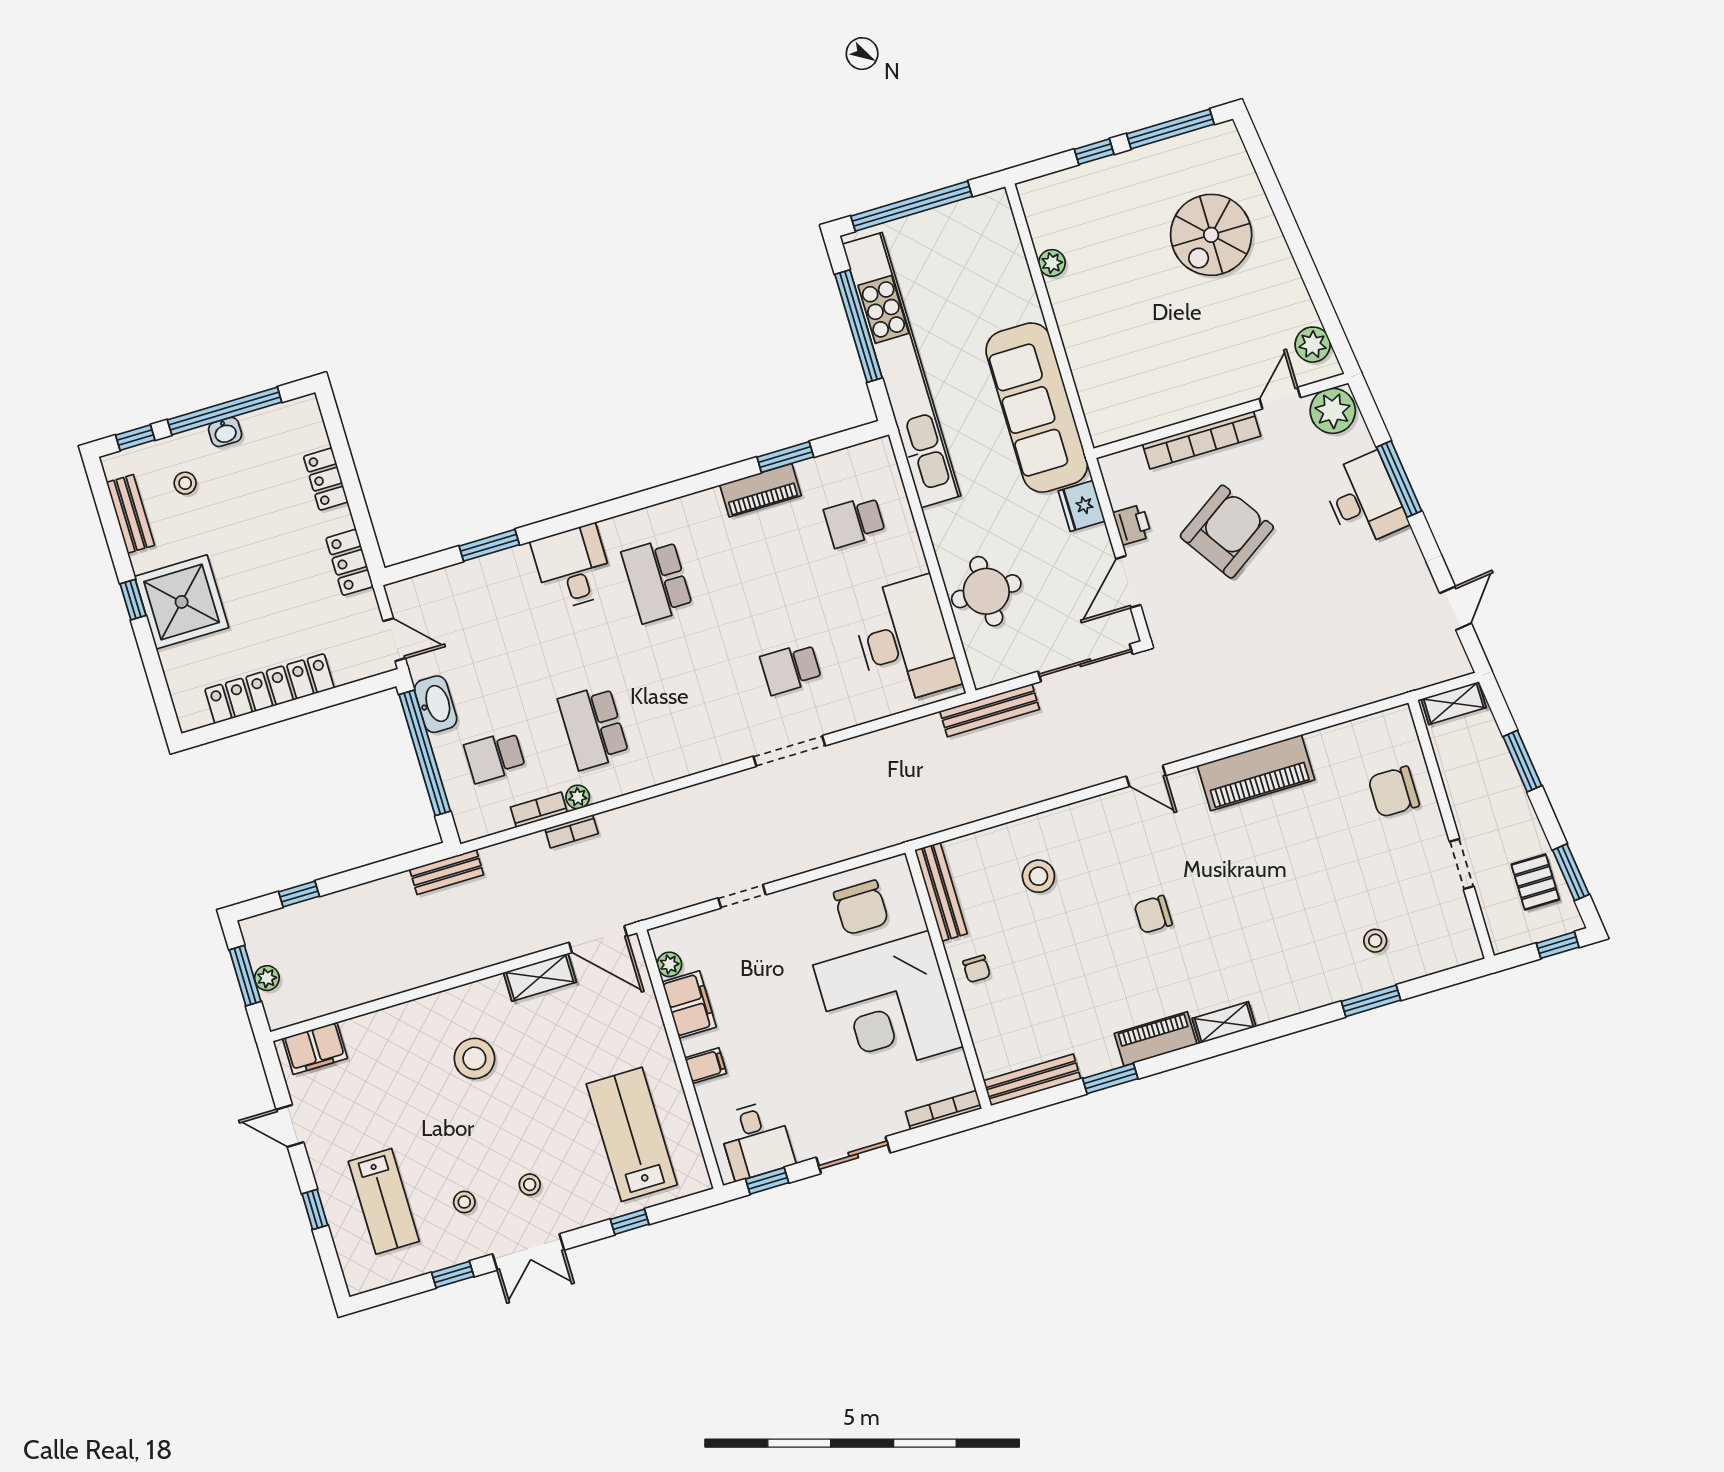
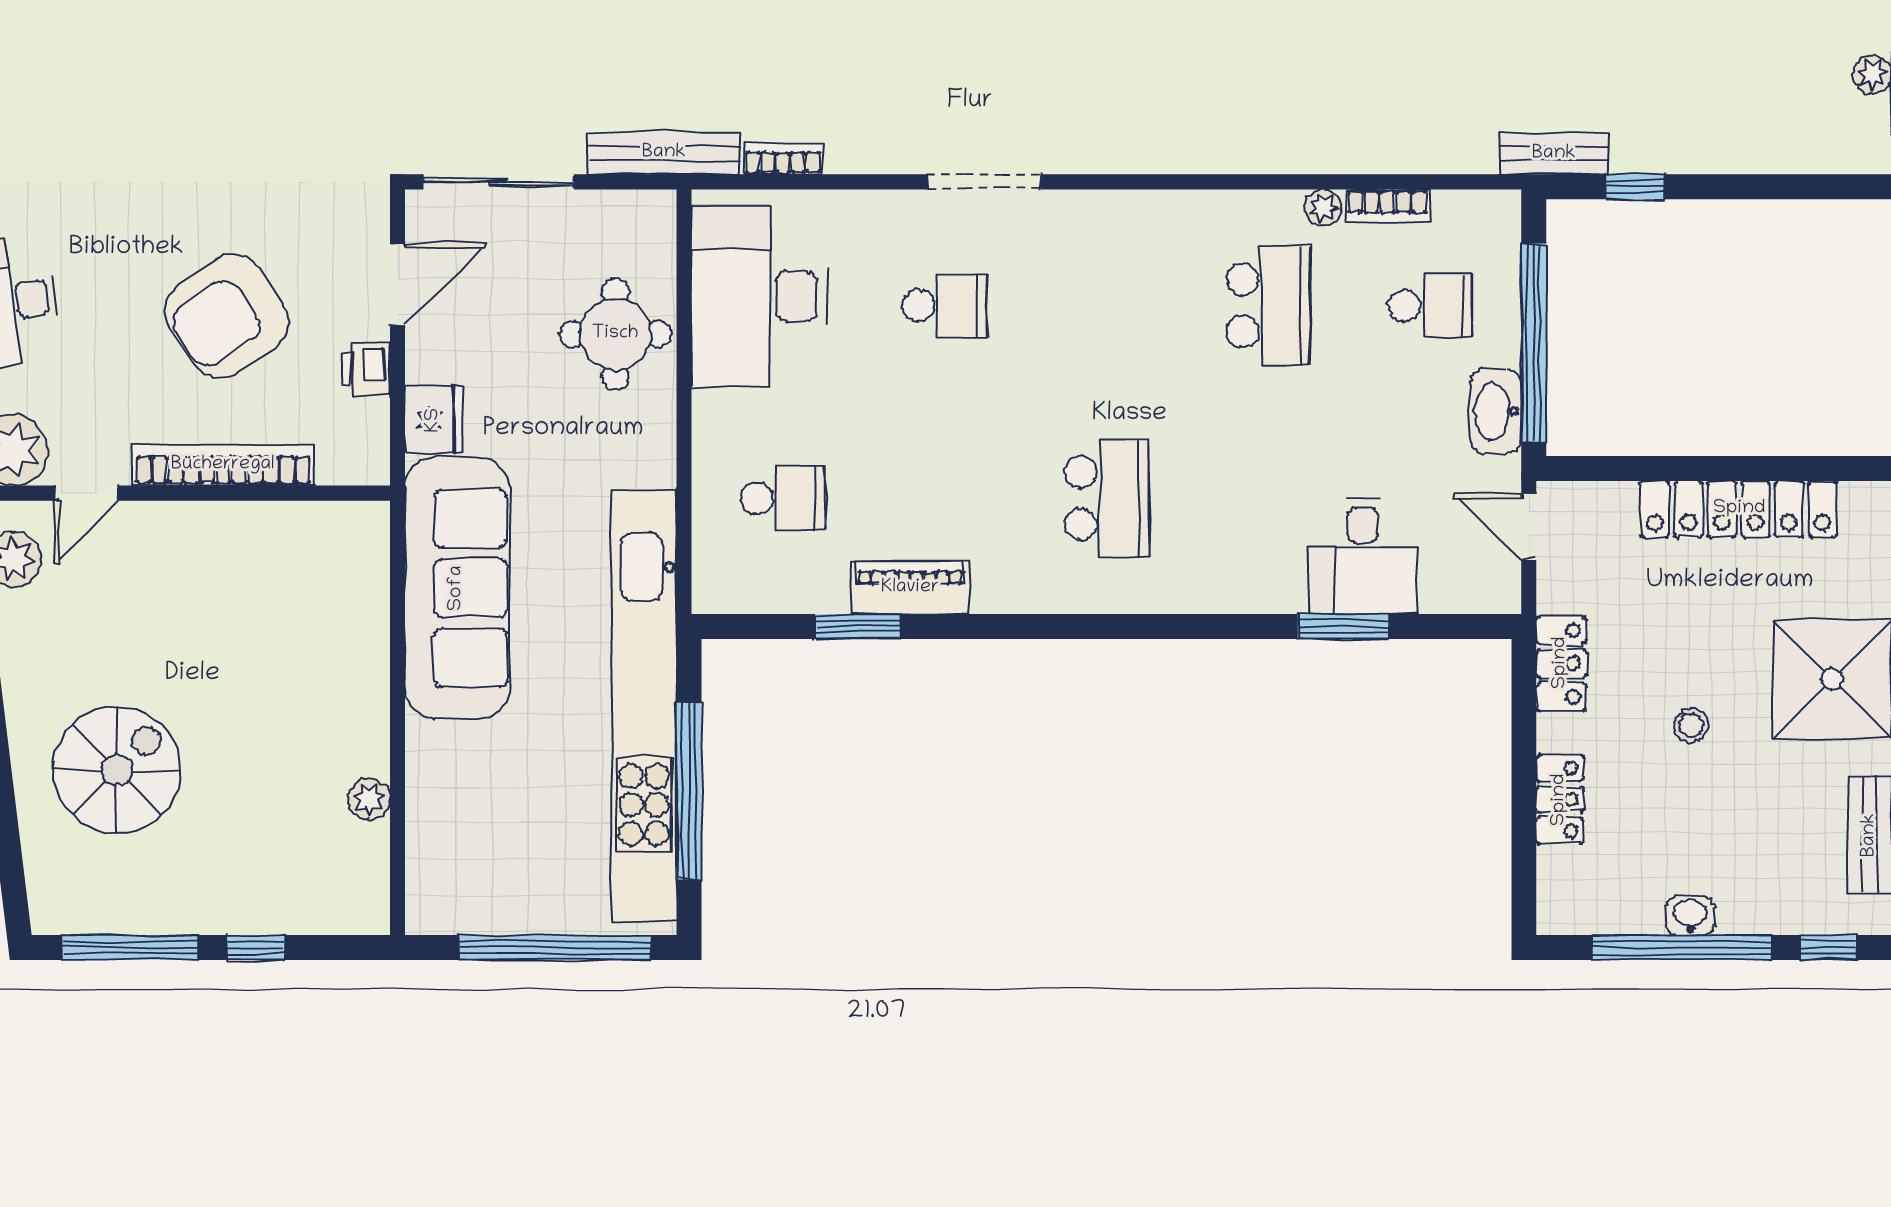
stool: (185, 483) -> (1691, 725), moved
desk: (573, 567) -> (1363, 556), moved
bookcase: (572, 831) -> (783, 159), moved
window: (299, 894) -> (1635, 187), moved

